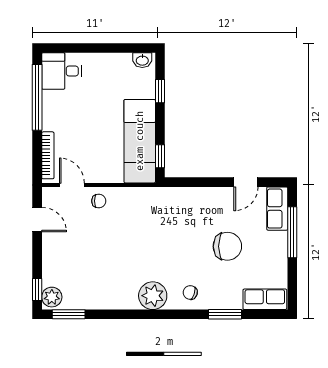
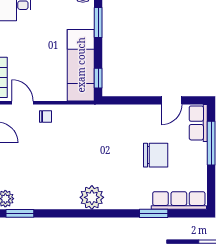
window: (160, 91) -> (98, 22), width x1.50
chair: (190, 293) -> (124, 195), removed
row of seats: (265, 299) -> (179, 201), width x1.48

